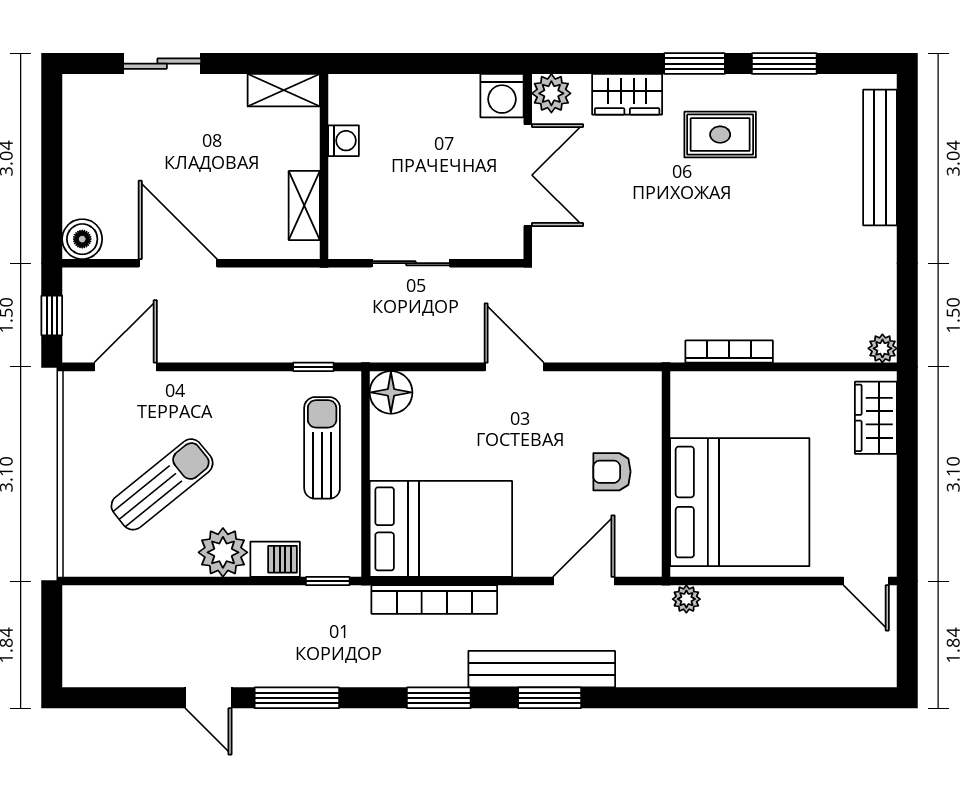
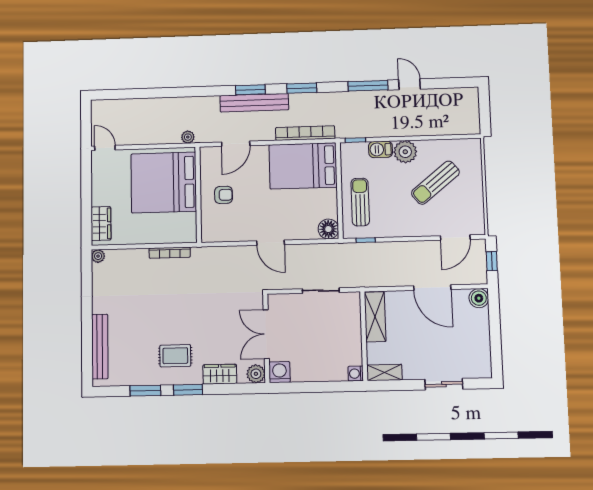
washing machine: (344, 141) -> (356, 374), moved
shelving: (304, 206) -> (375, 317), width x1.50, depth x1.33
sun lounger: (322, 448) -> (360, 202), turned 180

